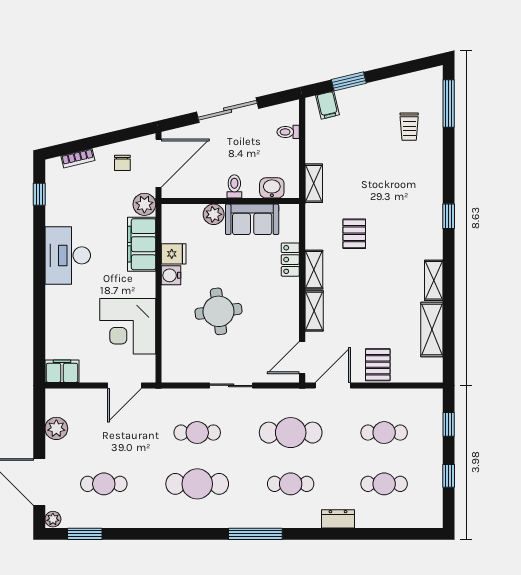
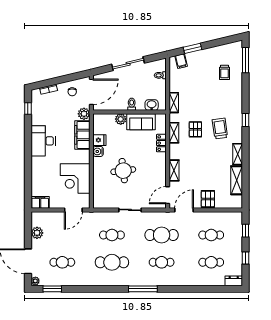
trolley: (400, 232) -> (220, 129), added
shelving: (314, 270) -> (174, 133), moved
dresser: (338, 519) -> (234, 281), moved

